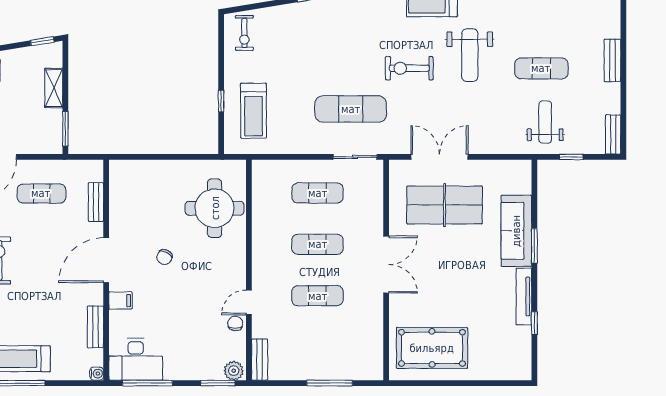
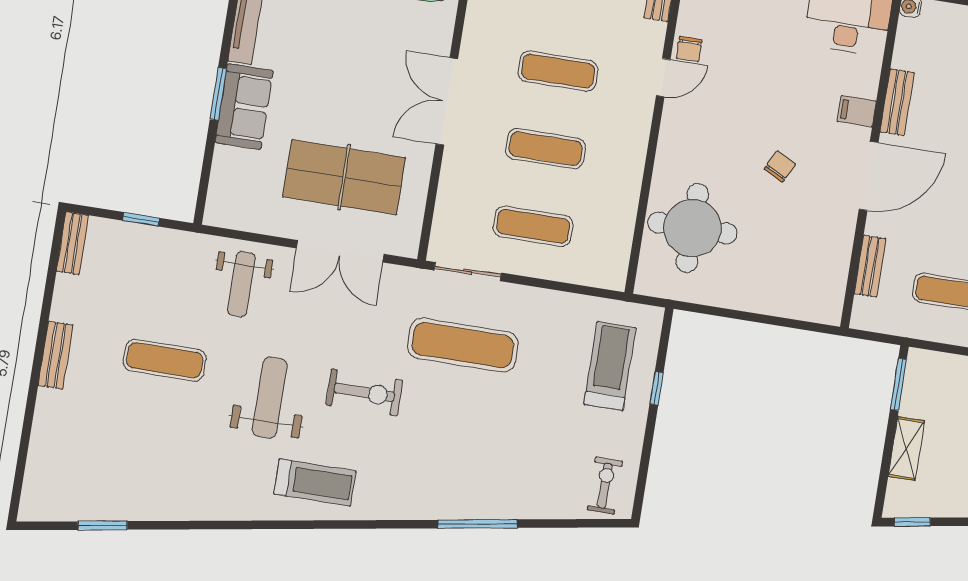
weight bench: (545, 122) -> (241, 284), moved
sofa: (516, 231) -> (244, 107), width x0.73
bench: (95, 327) -> (897, 102), moved

